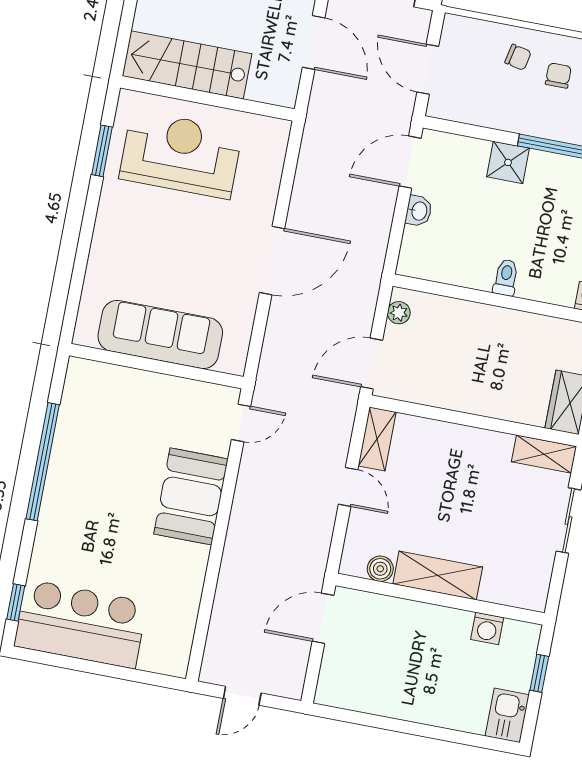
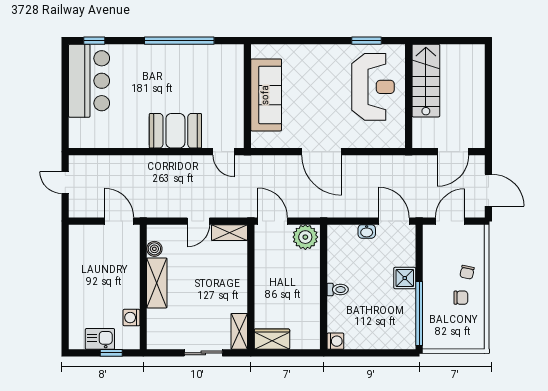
plant: (399, 313) -> (305, 237), width x1.88, depth x1.88
kitchen sink: (507, 715) -> (100, 339), moved

